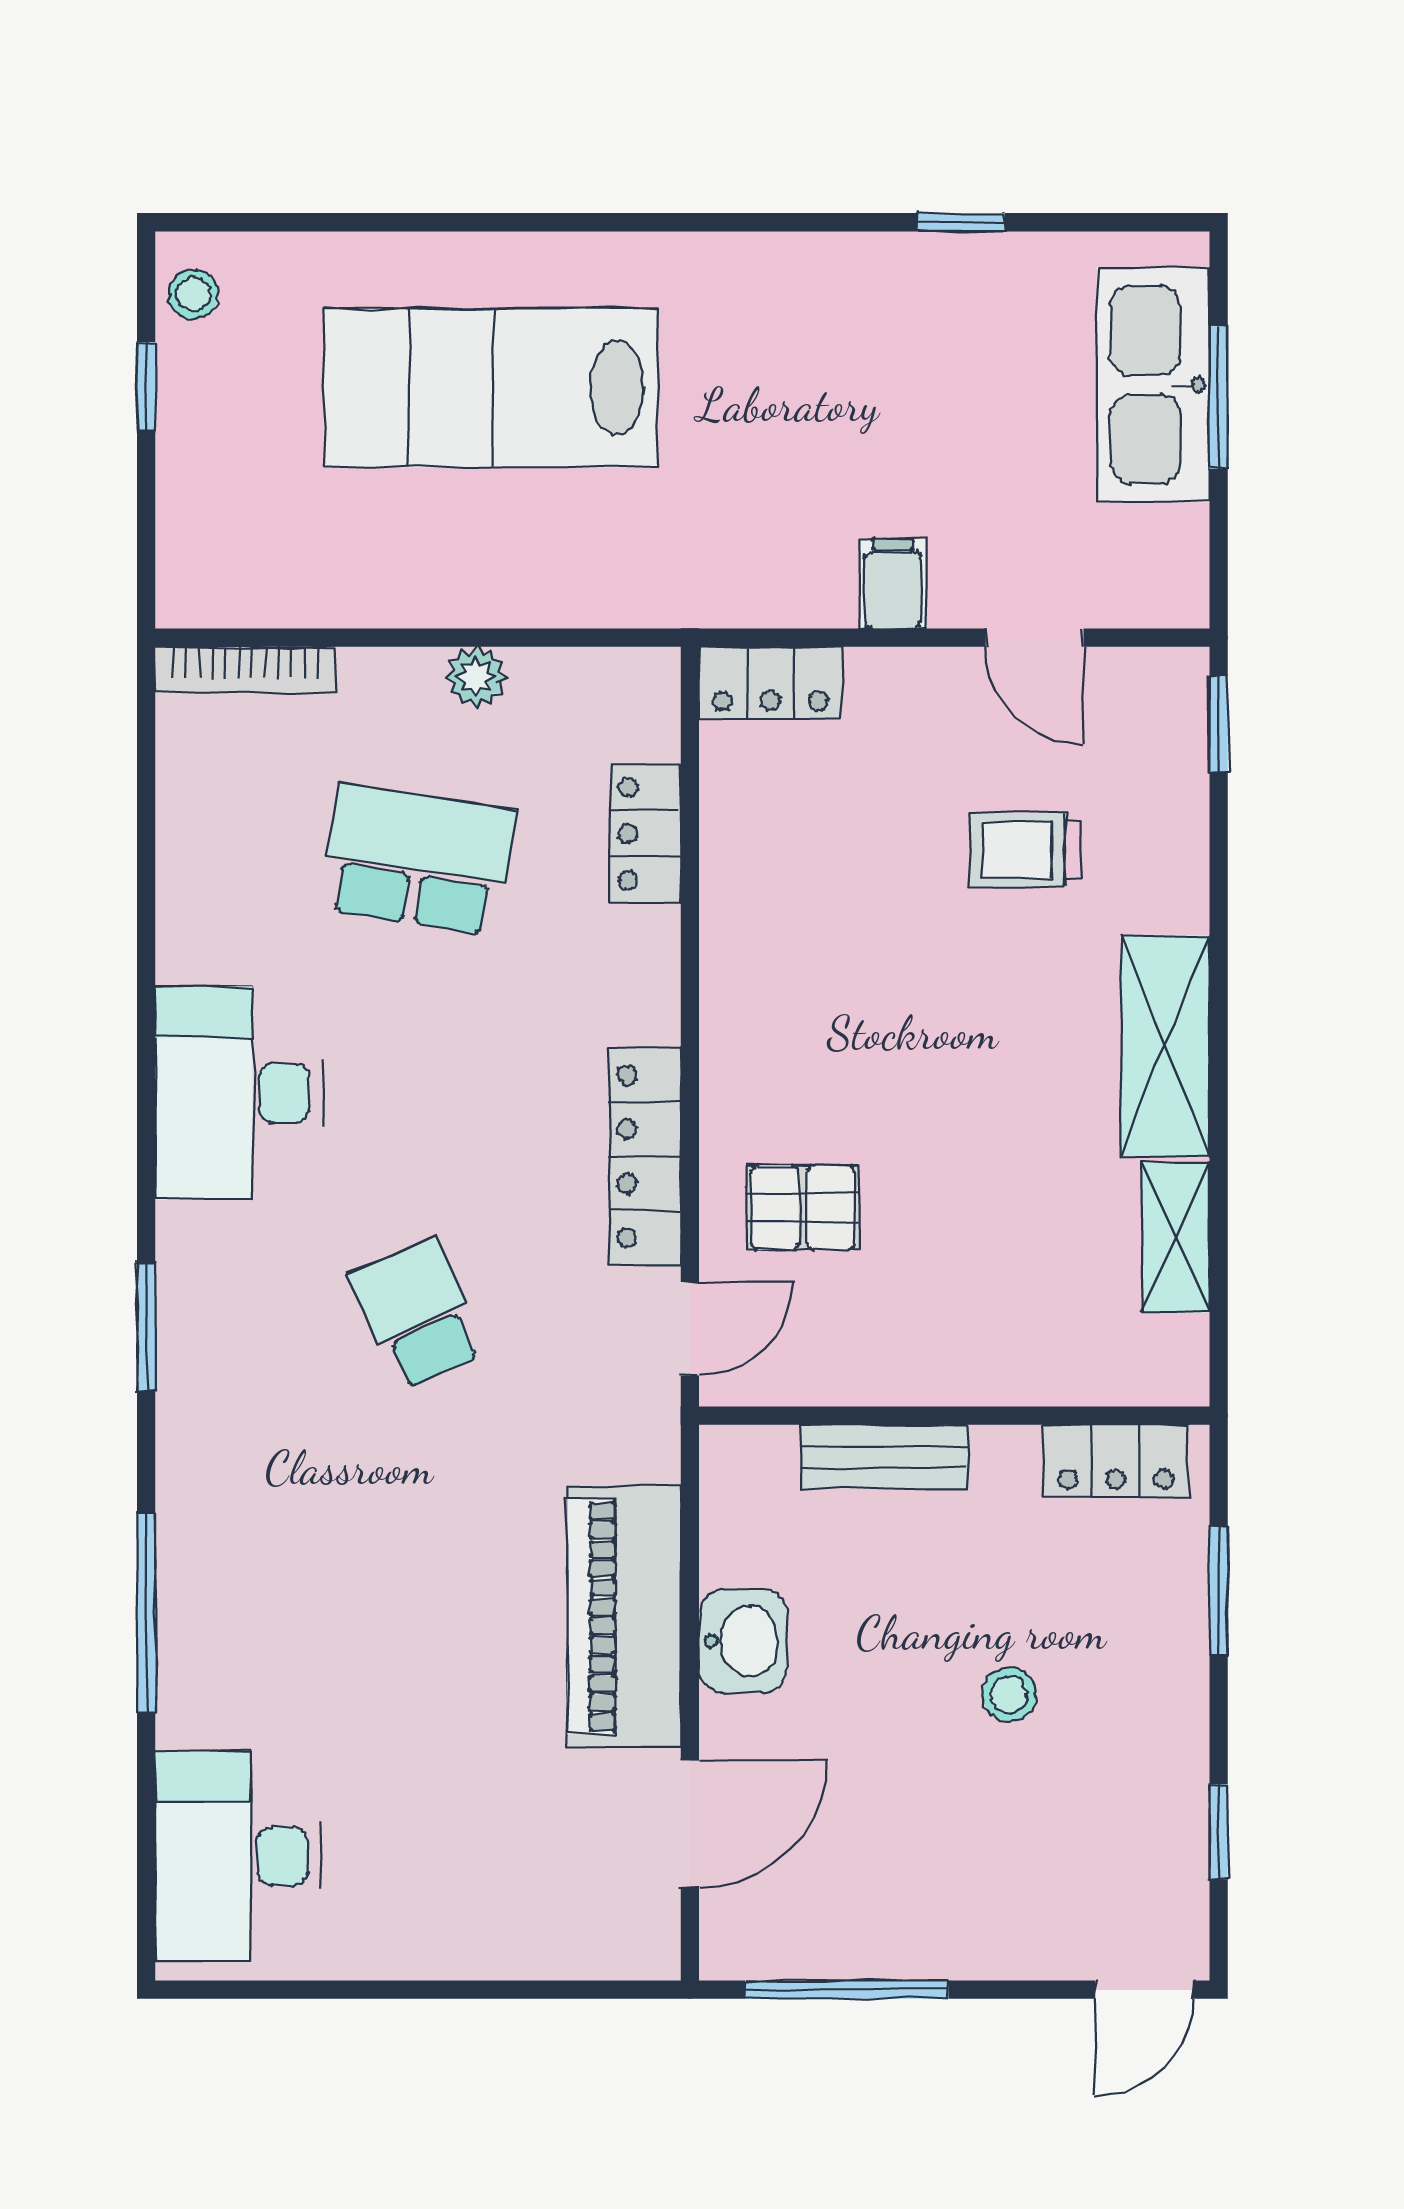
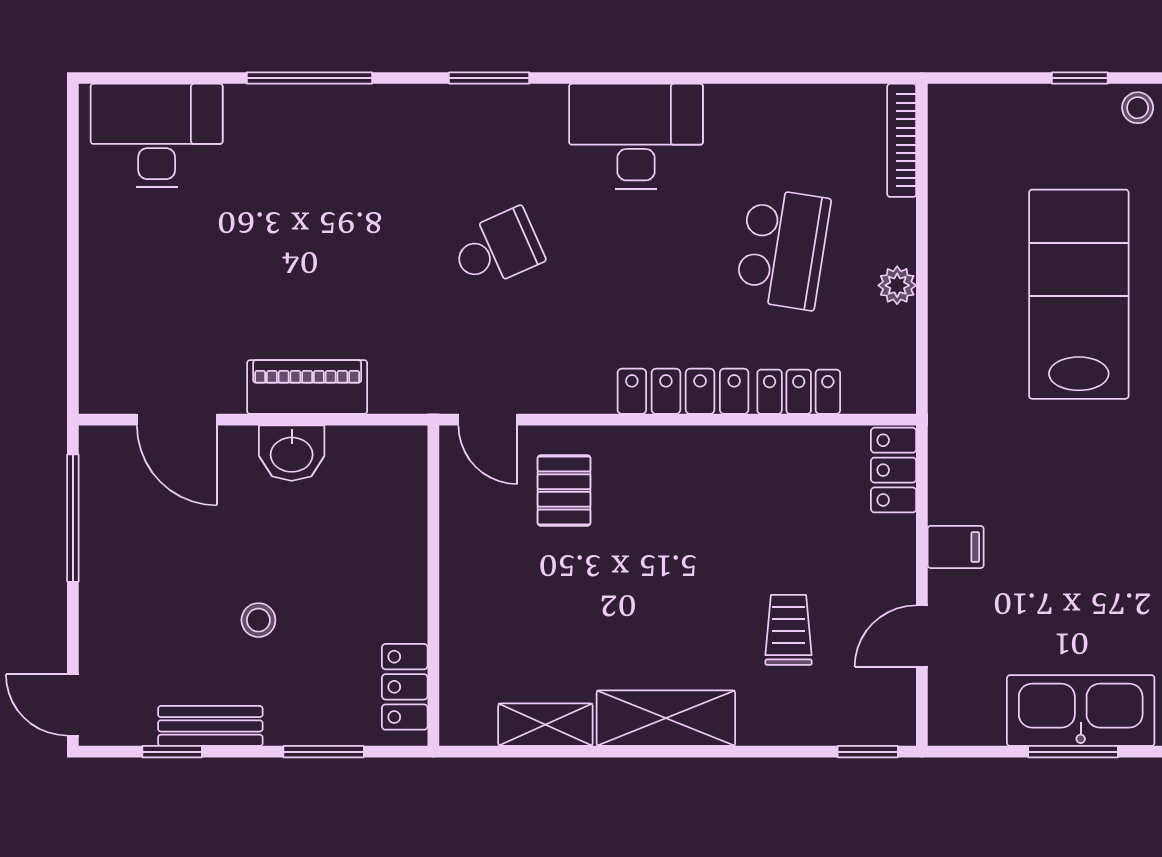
locker: (645, 1156) -> (683, 391), moved
bench: (884, 1456) -> (210, 726), moved, turned 90
piano: (624, 1617) -> (307, 387), width x0.73, depth x0.75

